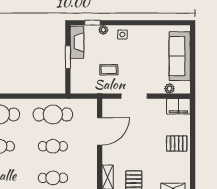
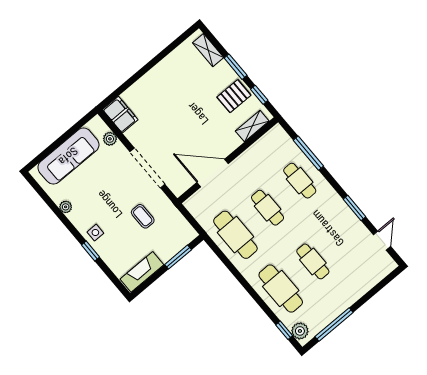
window: (92, 23) -> (91, 251), moved
plant: (103, 30) -> (66, 207), moved
window: (68, 57) -> (178, 257), moved
doorway: (134, 96) -> (147, 168), width x1.36
pallet: (177, 144) -> (159, 85), removed

